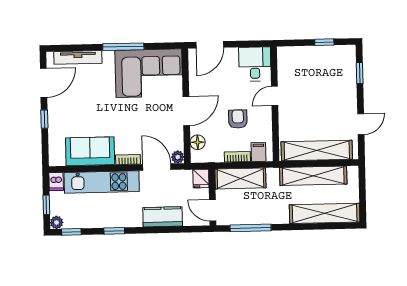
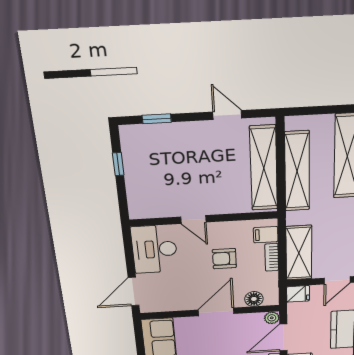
door: (210, 45) -> (134, 291), swing flipped
desk: (255, 64) -> (154, 249), width x1.37
door: (186, 111) -> (216, 312), hinge flipped

